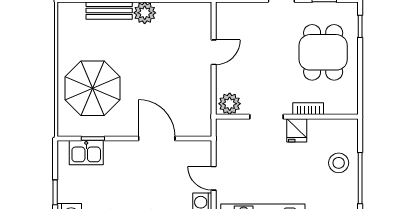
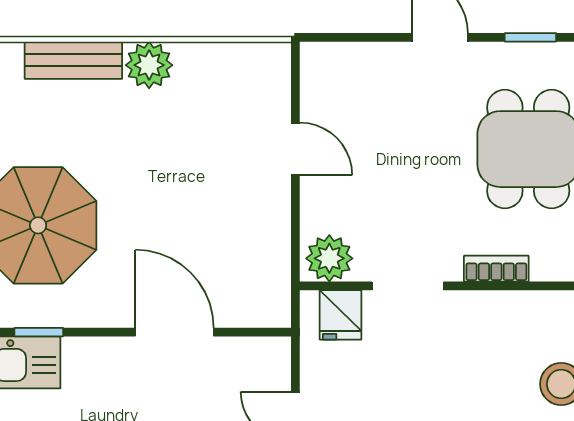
door: (214, 52) -> (295, 149), hinge flipped
fridge: (297, 130) -> (340, 315), moved

